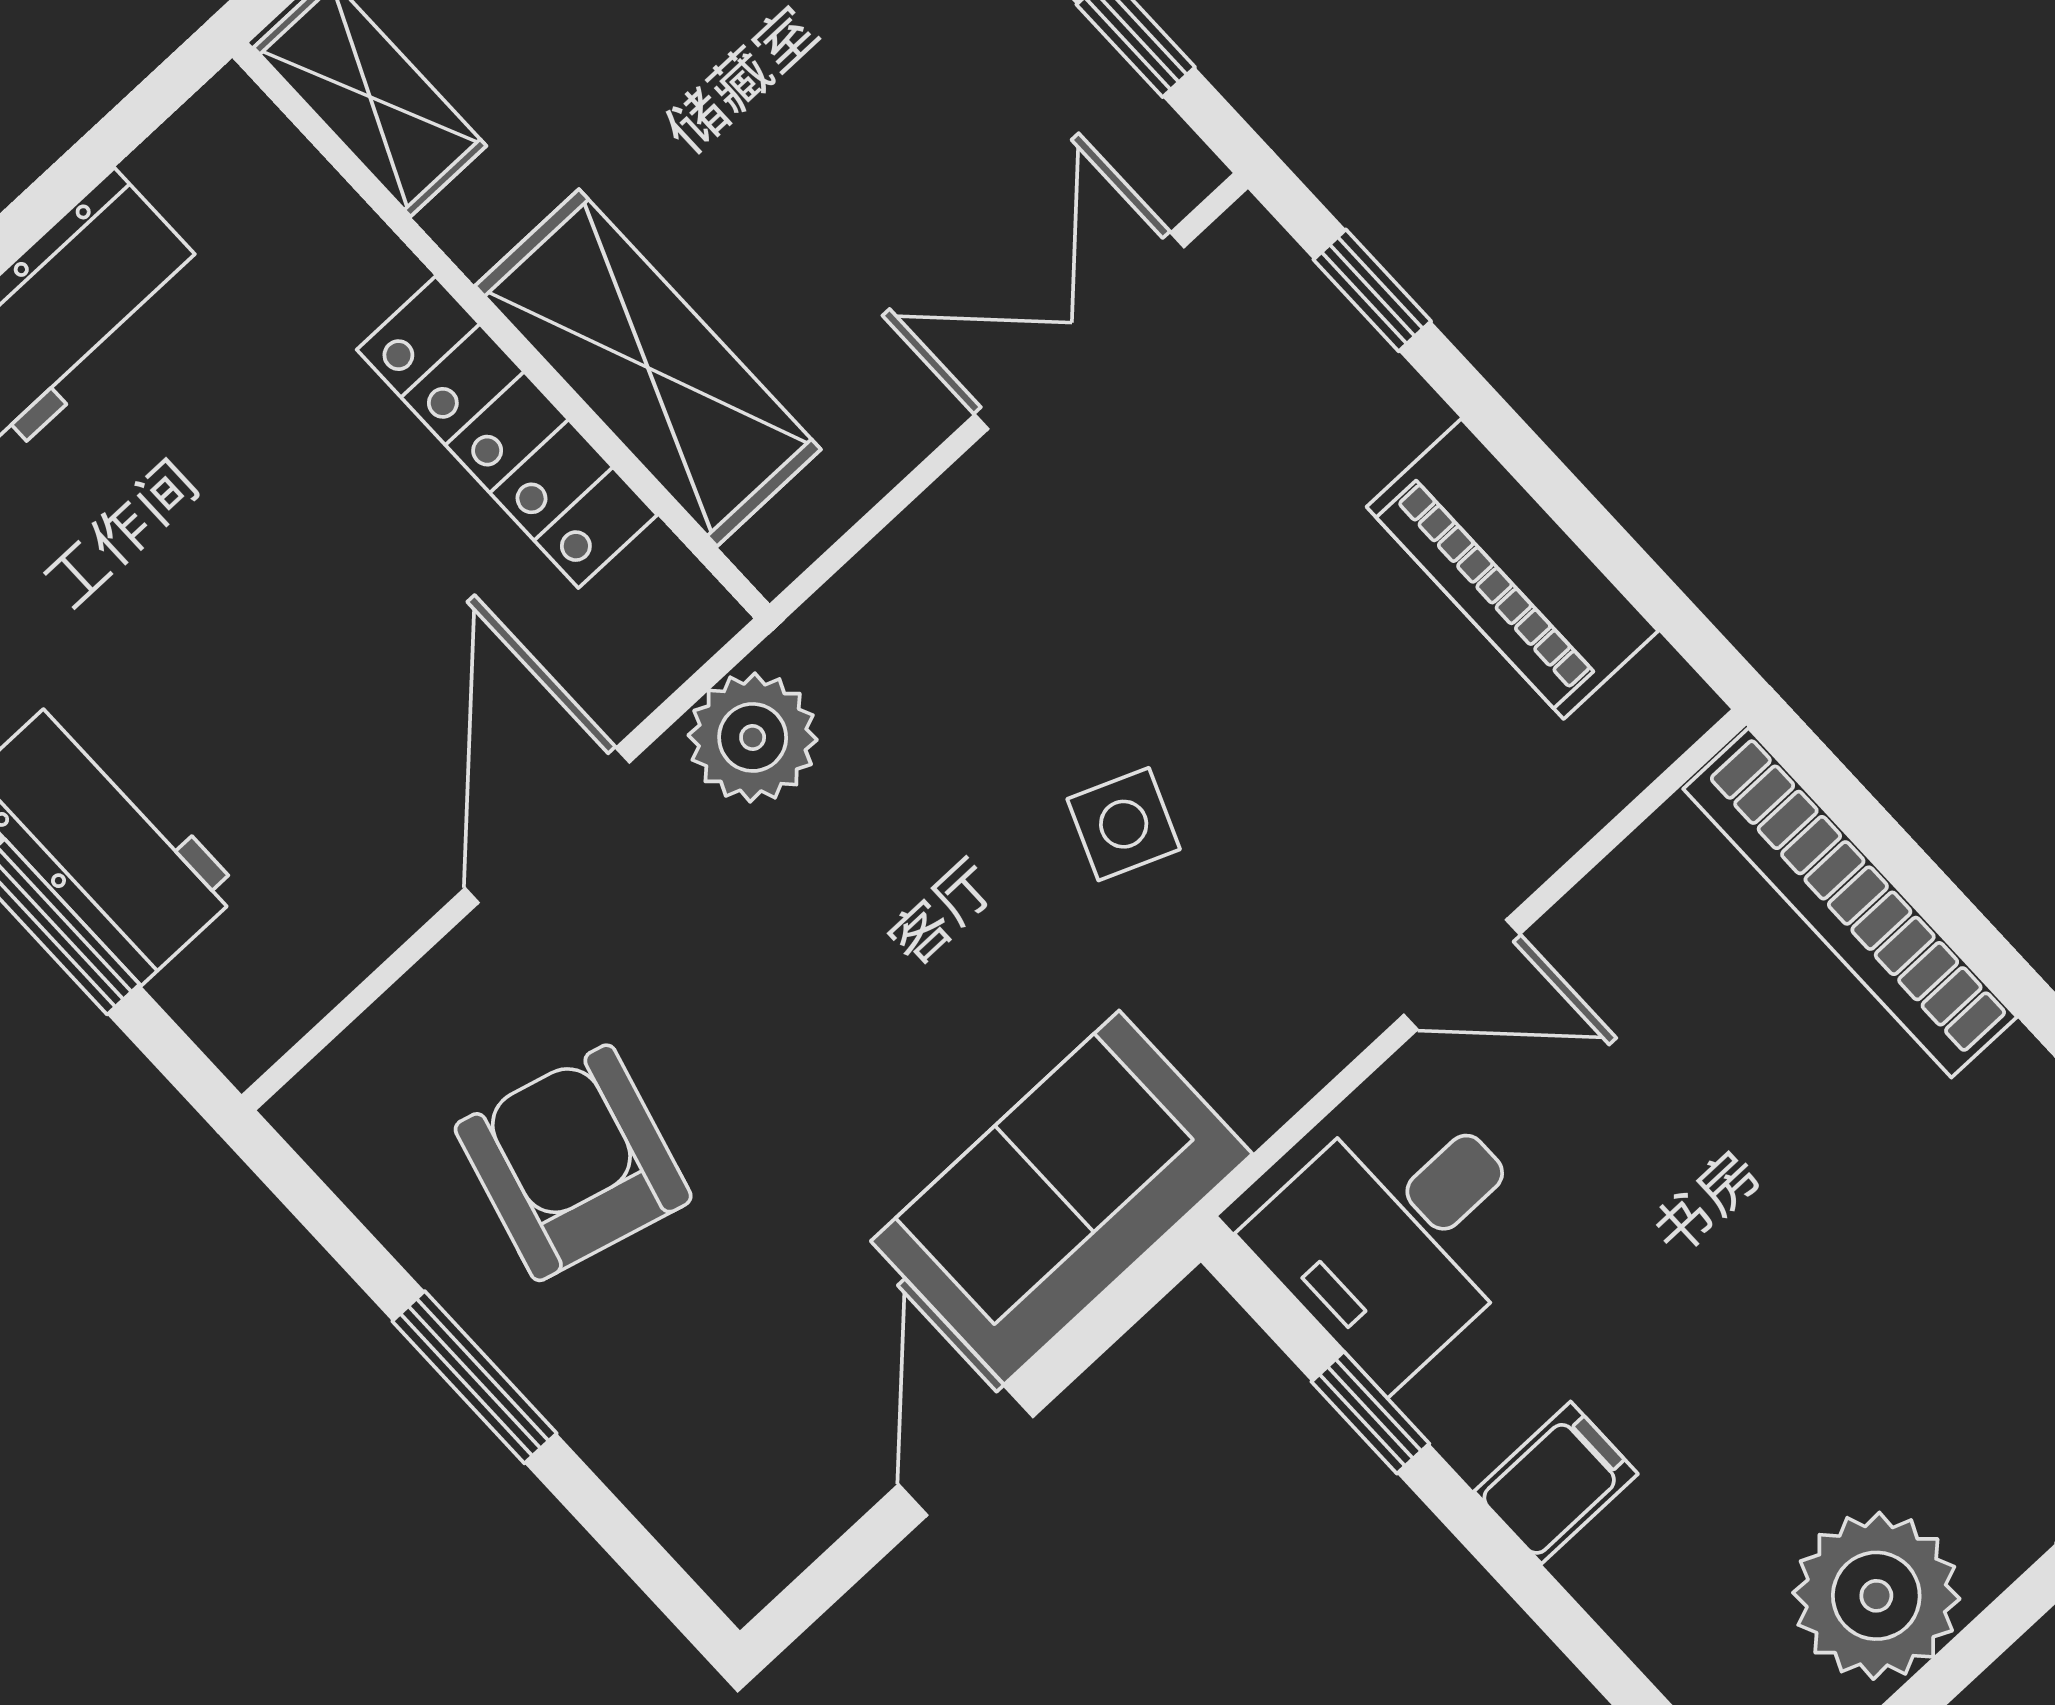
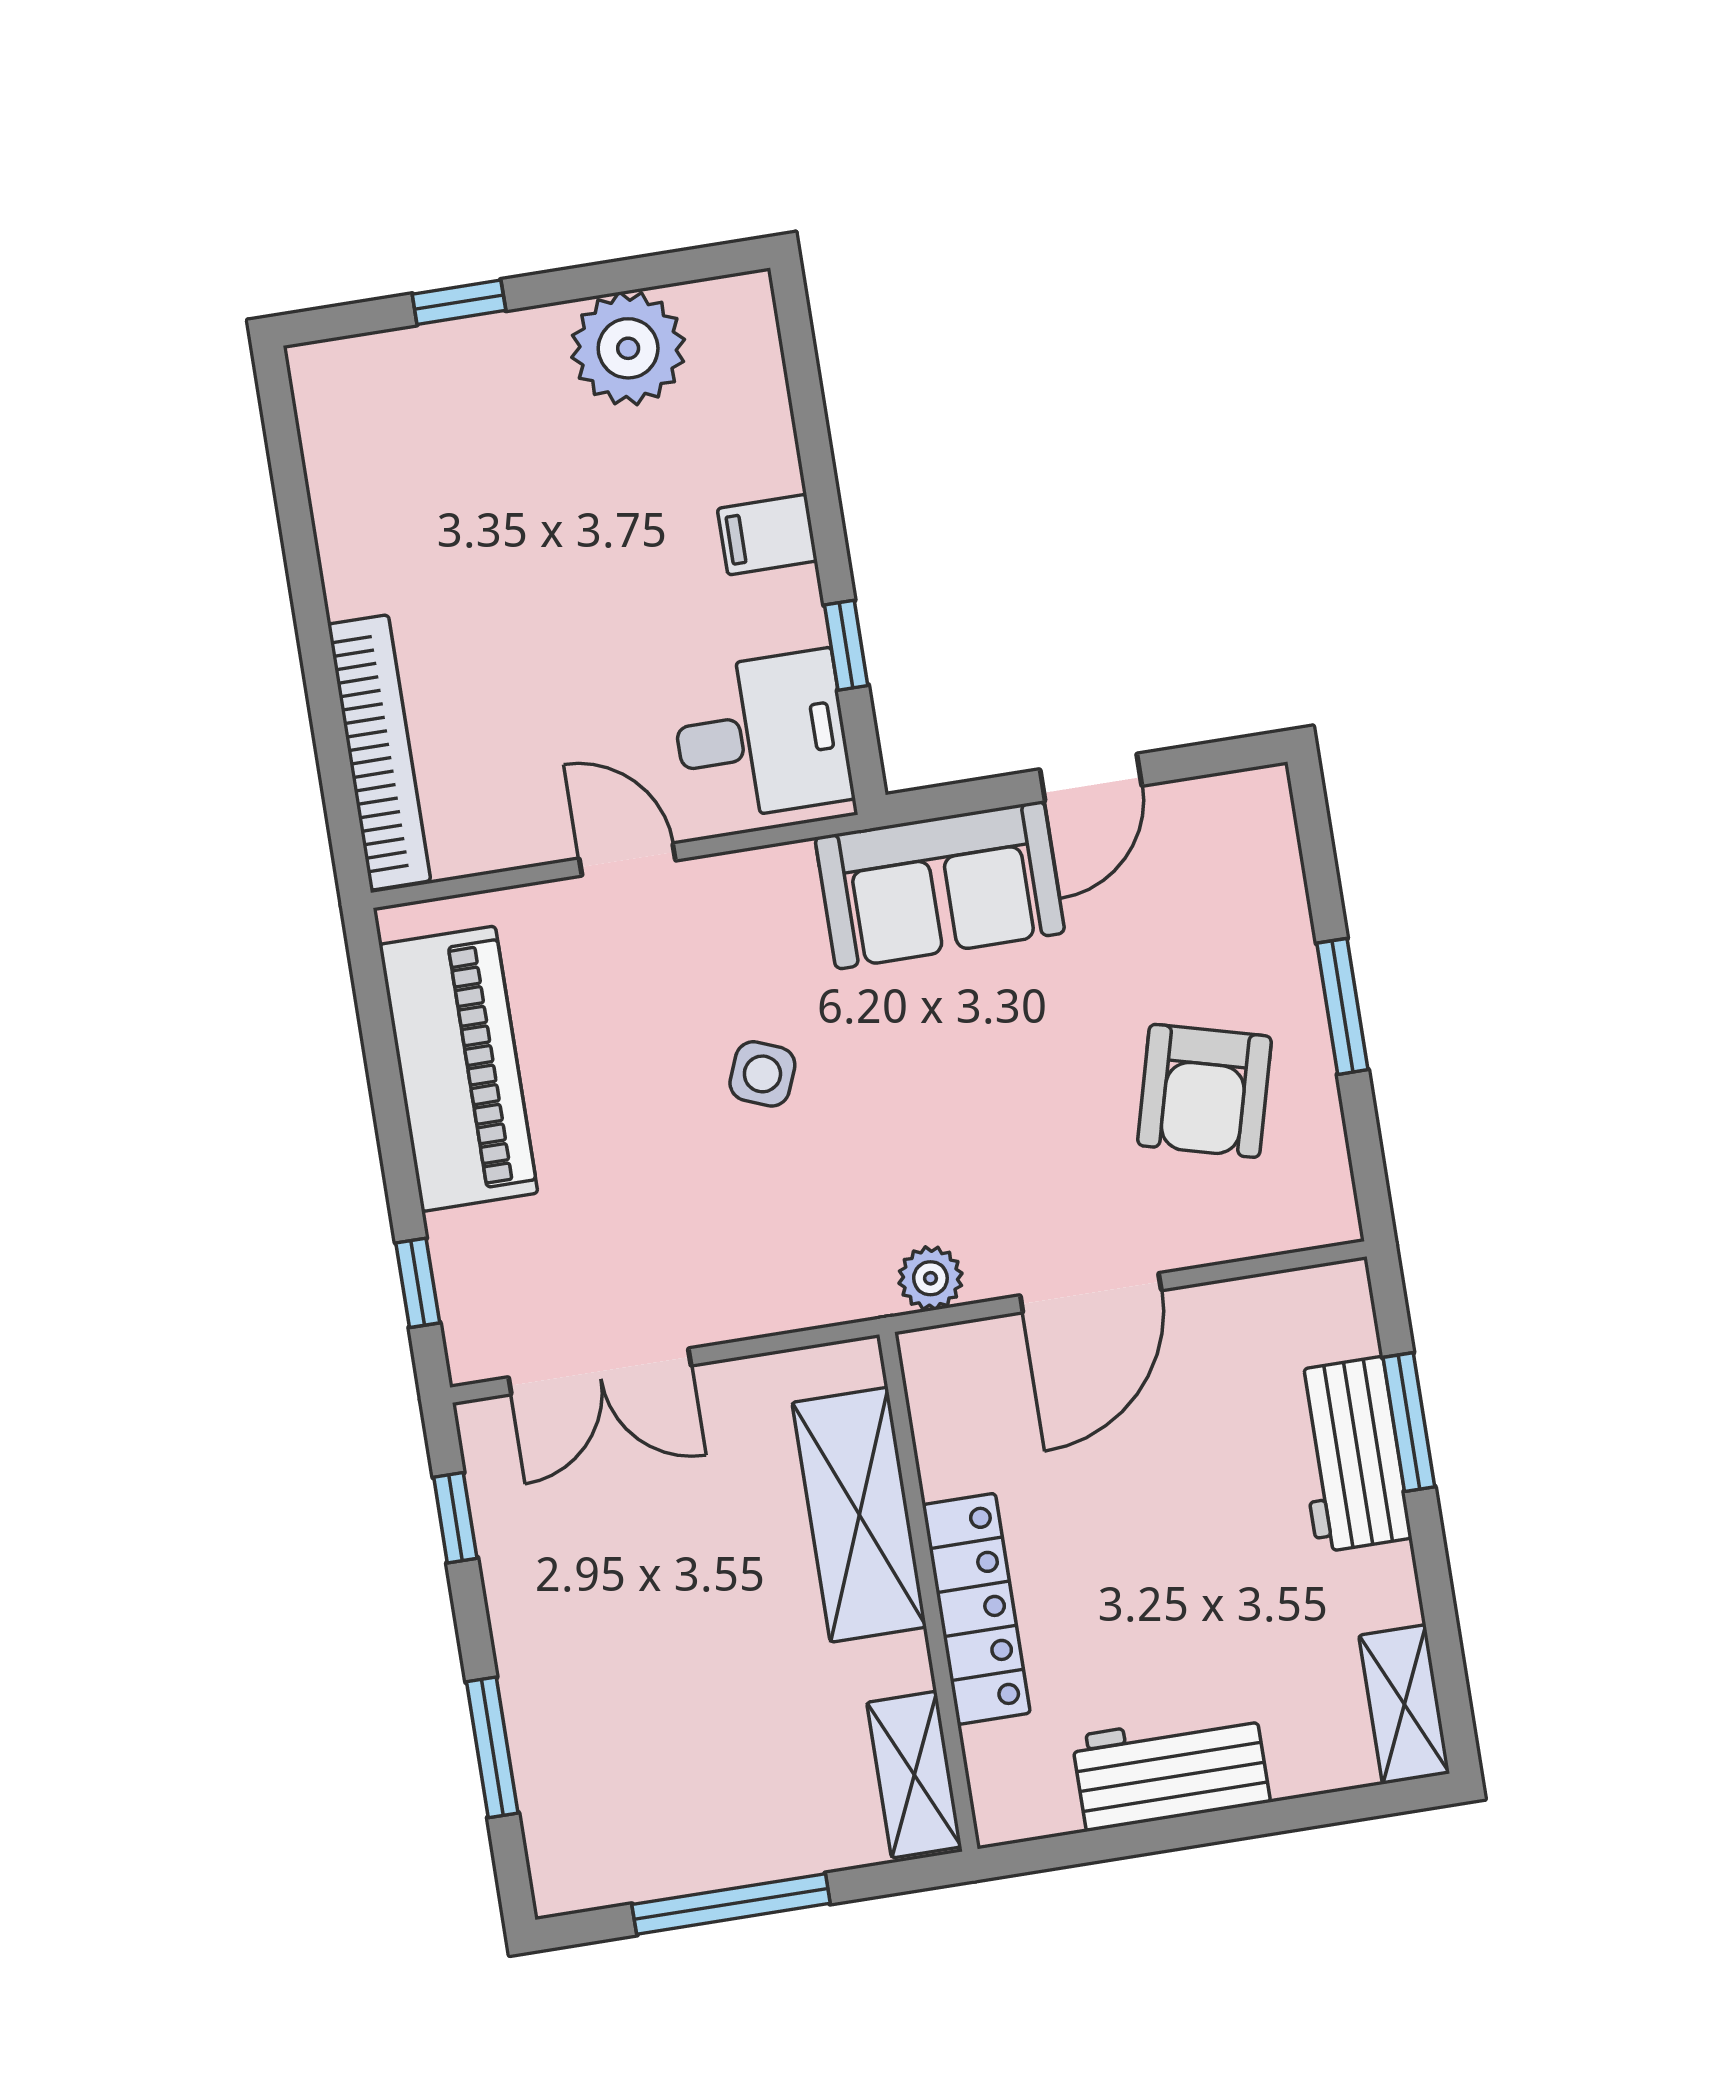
locker: (507, 432) -> (976, 1609), moved
piano: (1512, 569) -> (458, 1069), width x1.37, depth x1.33
plant: (753, 737) -> (930, 1278), width x0.73, depth x0.73

